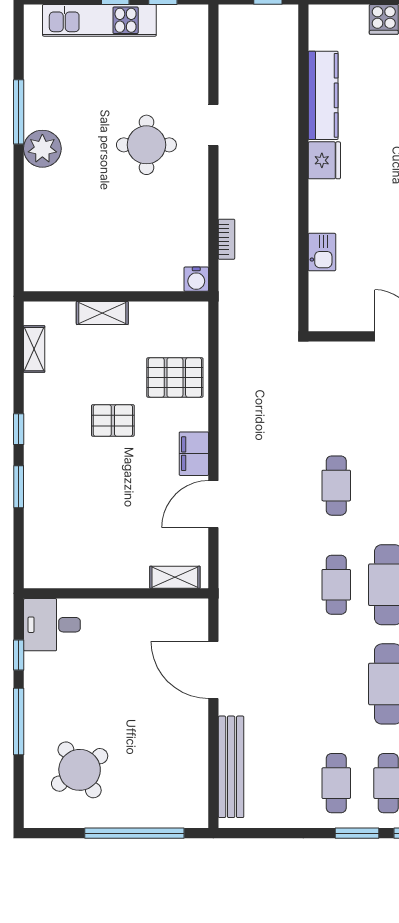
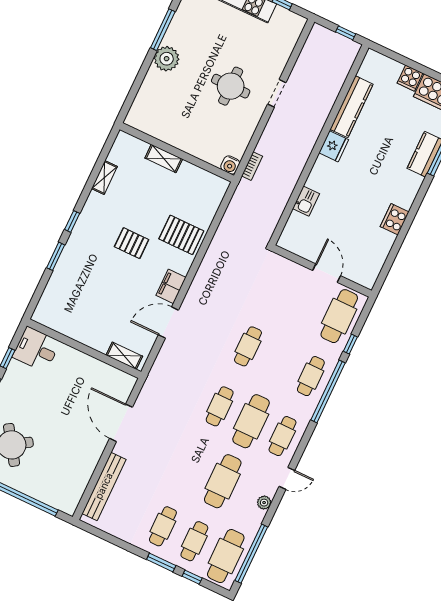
water cooler: (196, 279) -> (230, 165), moved
wall: (116, 296) -> (177, 152), moved
shelving: (102, 313) -> (164, 159), moved

